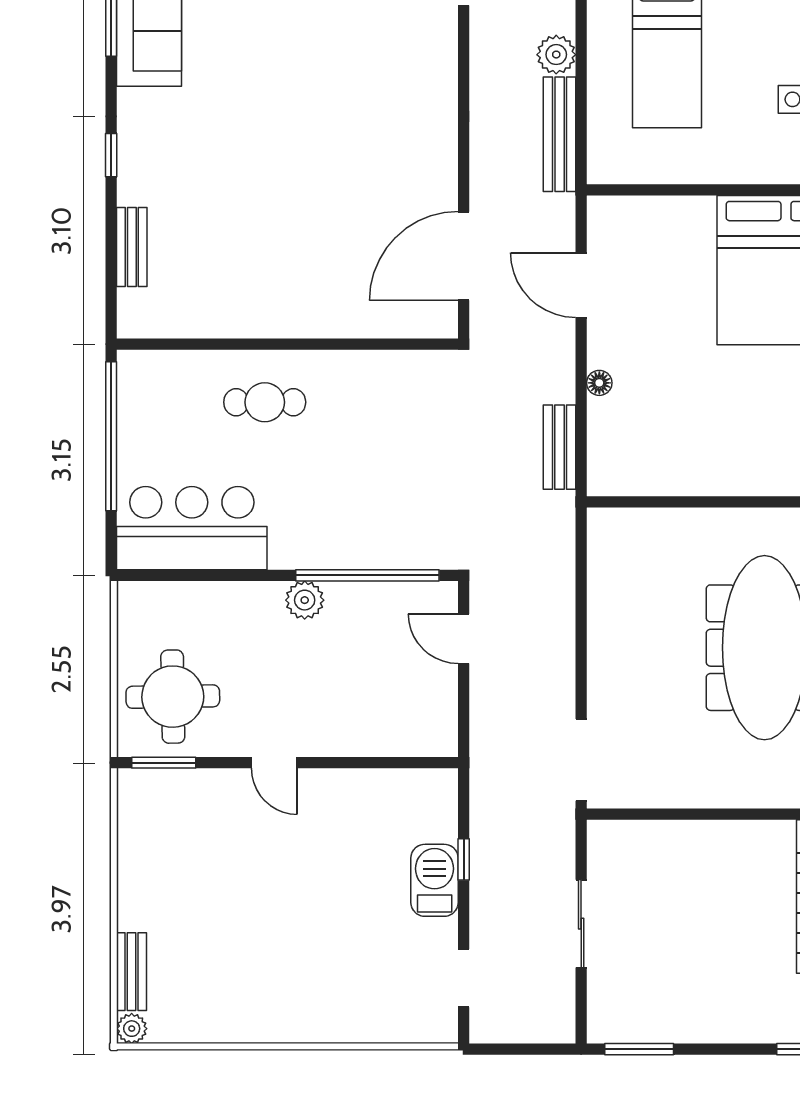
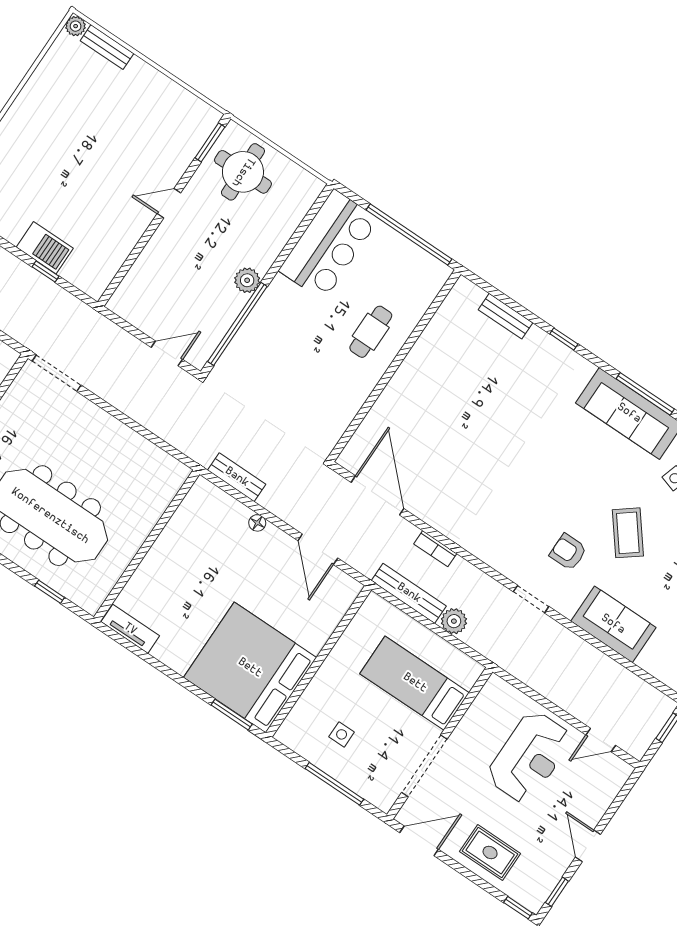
bookcase: (482, 139) -> (435, 549), added
door: (581, 285) -> (318, 549), swing flipped

